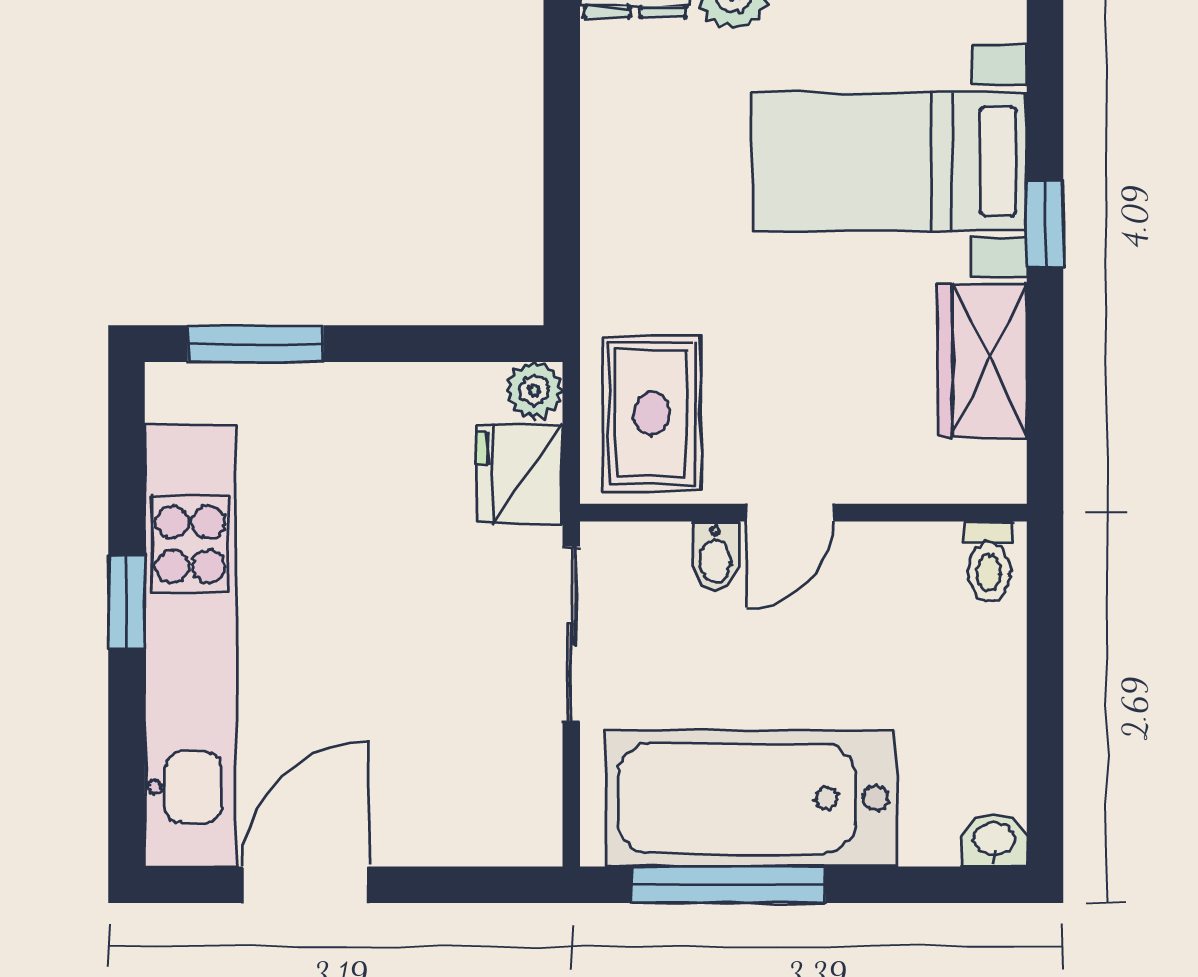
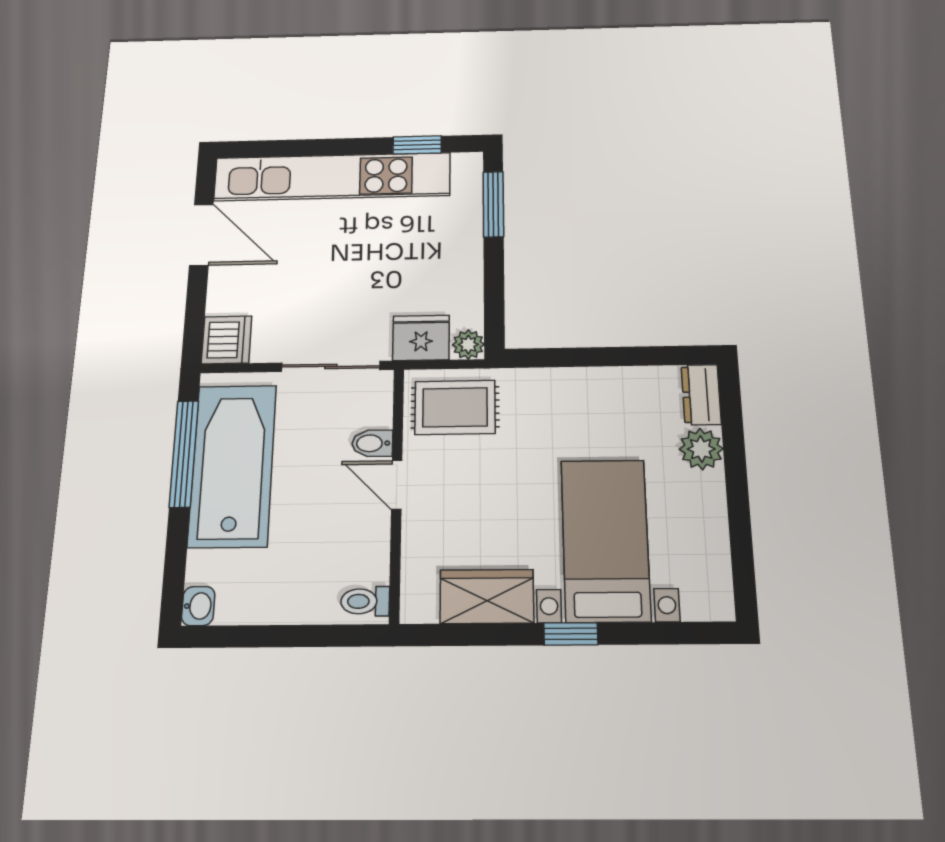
window: (127, 602) -> (417, 145), moved
dishwasher: (517, 824) -> (227, 340), added

